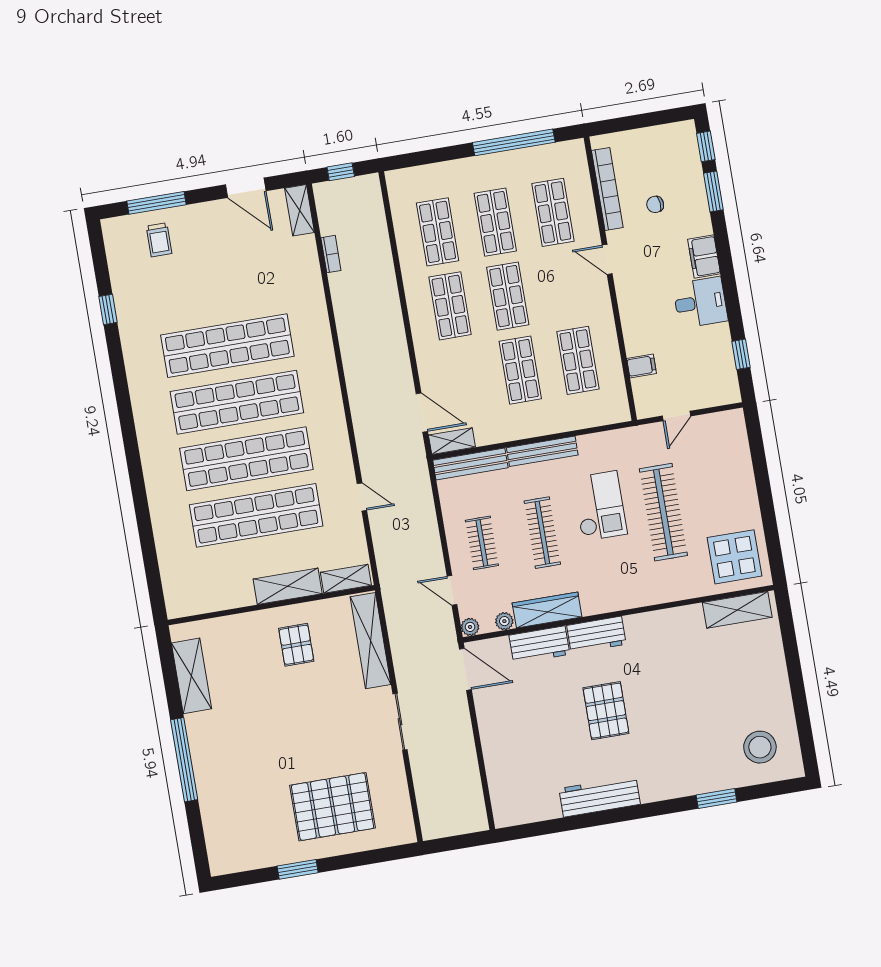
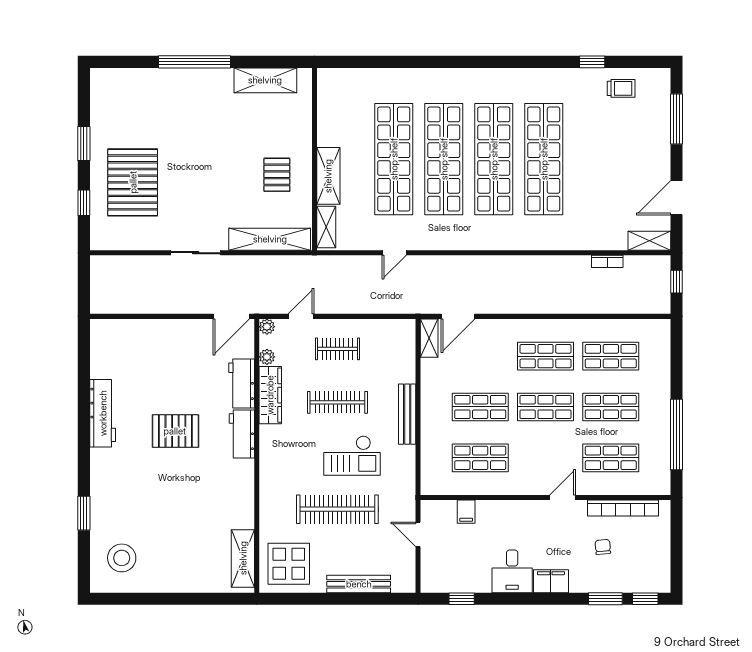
trolley: (159, 240) -> (621, 88), moved, turned 180
bench: (470, 464) -> (359, 584), moved, turned 90
pallet: (296, 645) -> (277, 175), turned 90
window: (365, 858) -> (84, 203), added

